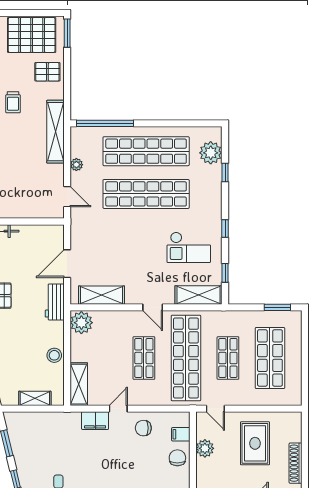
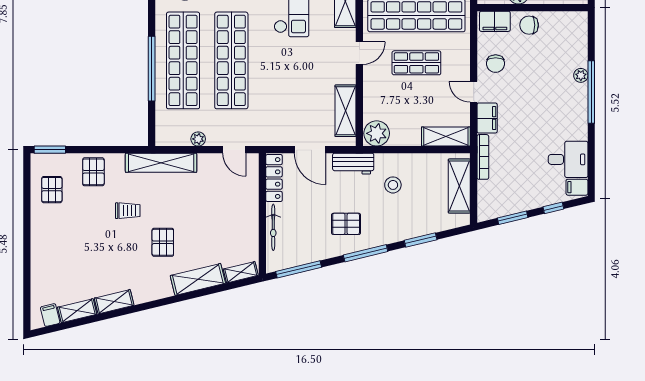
pallet: (32, 35) -> (52, 190), width x0.49, depth x0.50
window: (105, 123) -> (152, 69), moved
door: (67, 197) -> (234, 150), swing flipped
locker: (42, 232) -> (274, 178), added
stool: (54, 355) -> (393, 185), moved
shelving: (35, 398) -> (459, 186), width x1.50, depth x1.33
bookcase: (61, 417) -> (483, 157), added
filing cabinet: (181, 434) -> (495, 21), width x2.00

